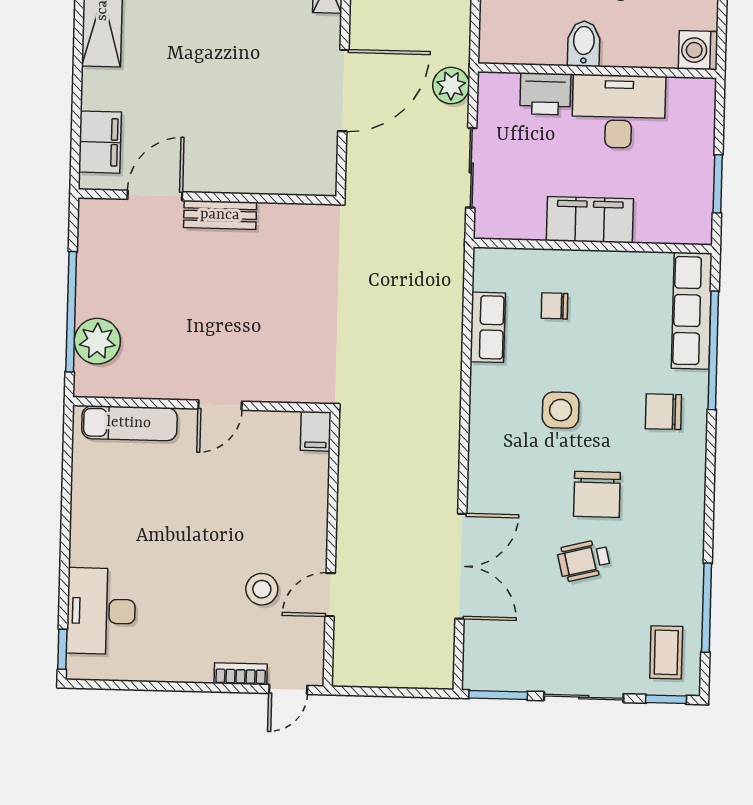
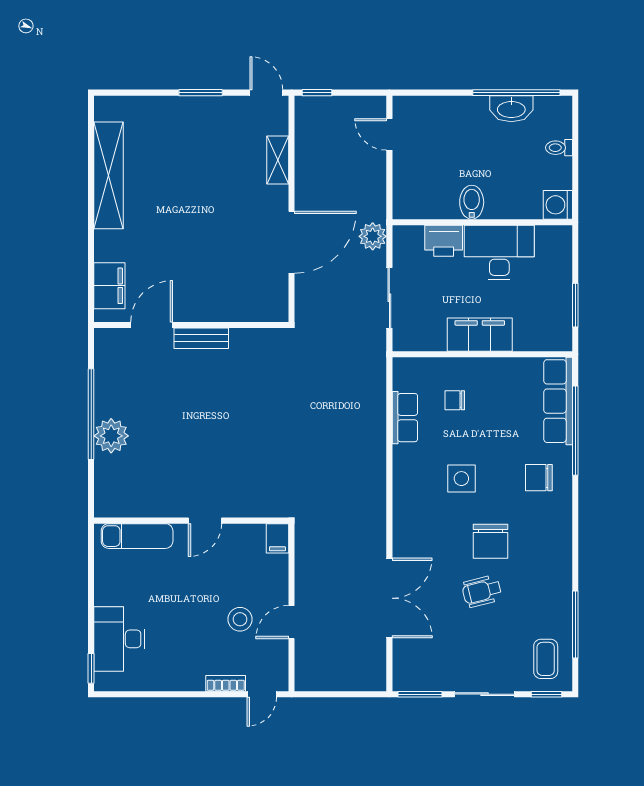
wall: (202, 405) -> (191, 521), moved
door: (220, 405) -> (205, 521), moved
exam couch: (129, 423) -> (137, 536), moved
filing cabinet: (316, 431) -> (277, 538), moved

